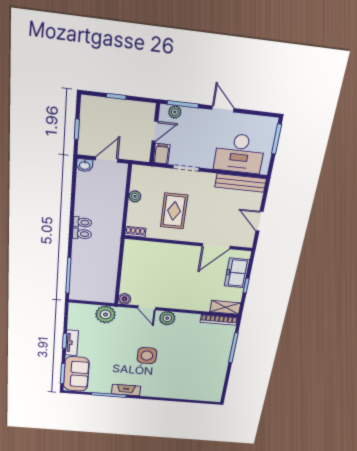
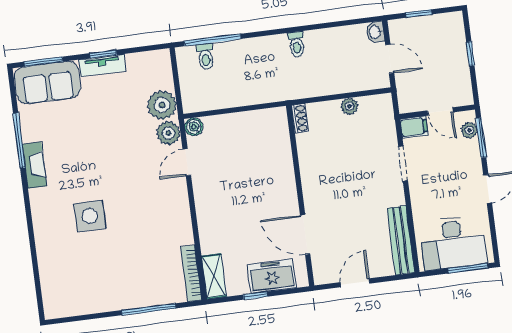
desk: (239, 153) -> (453, 243), moved, turned -90
rug: (174, 211) -> (342, 163), removed
toilet: (82, 234) -> (205, 56), moved
plant: (167, 318) -> (168, 133), moved
side table: (147, 356) -> (90, 216), moved

